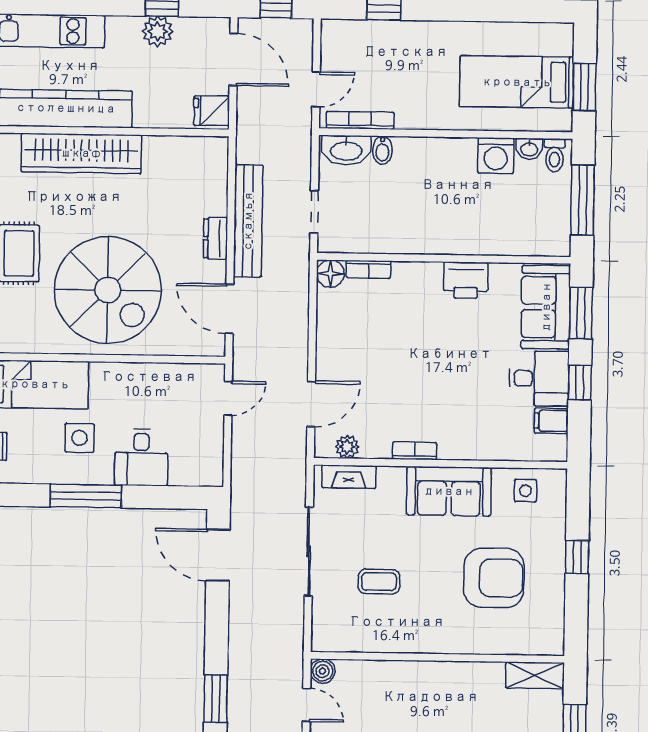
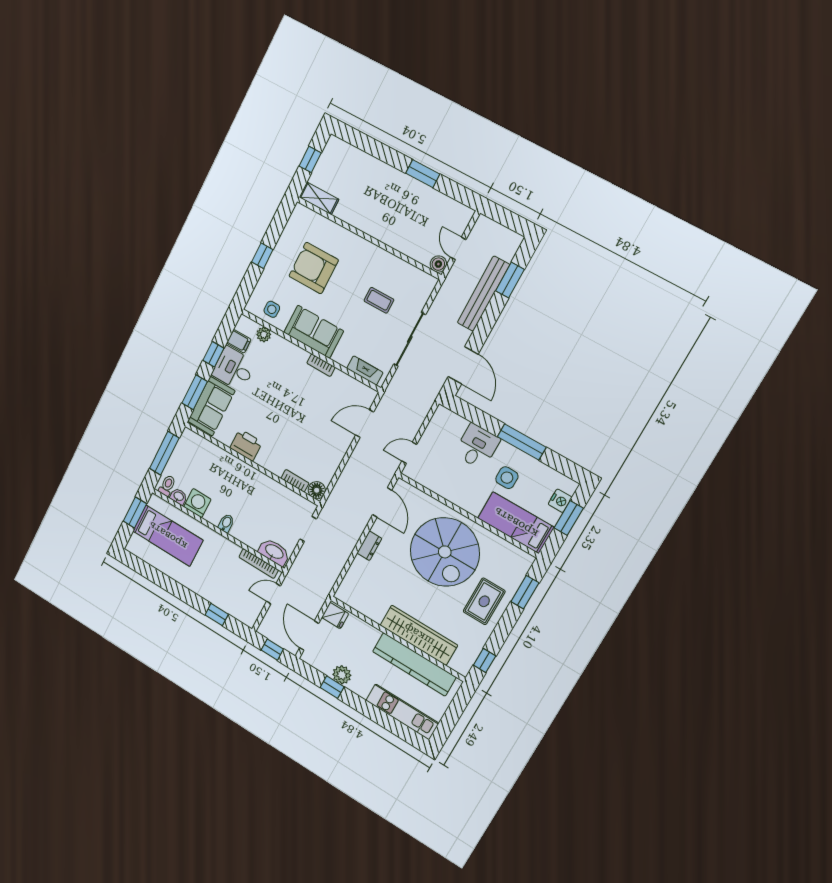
bidet: (382, 150) -> (226, 523), moved
bench: (248, 221) -> (483, 294), moved
spiral stairs: (108, 290) -> (445, 552), turned 180
plant: (347, 447) -> (264, 335), moved

